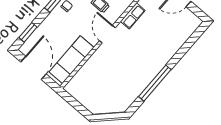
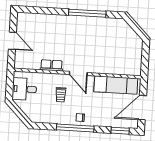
door: (107, 34) -> (78, 73), hinge flipped

